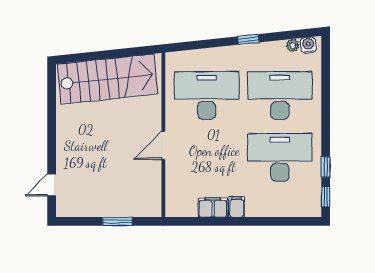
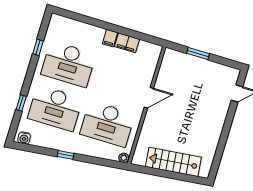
plant: (293, 45) -> (124, 158), moved
stairs: (108, 79) -> (173, 162), width x0.73, depth x0.66
window: (326, 197) -> (21, 103), moved

